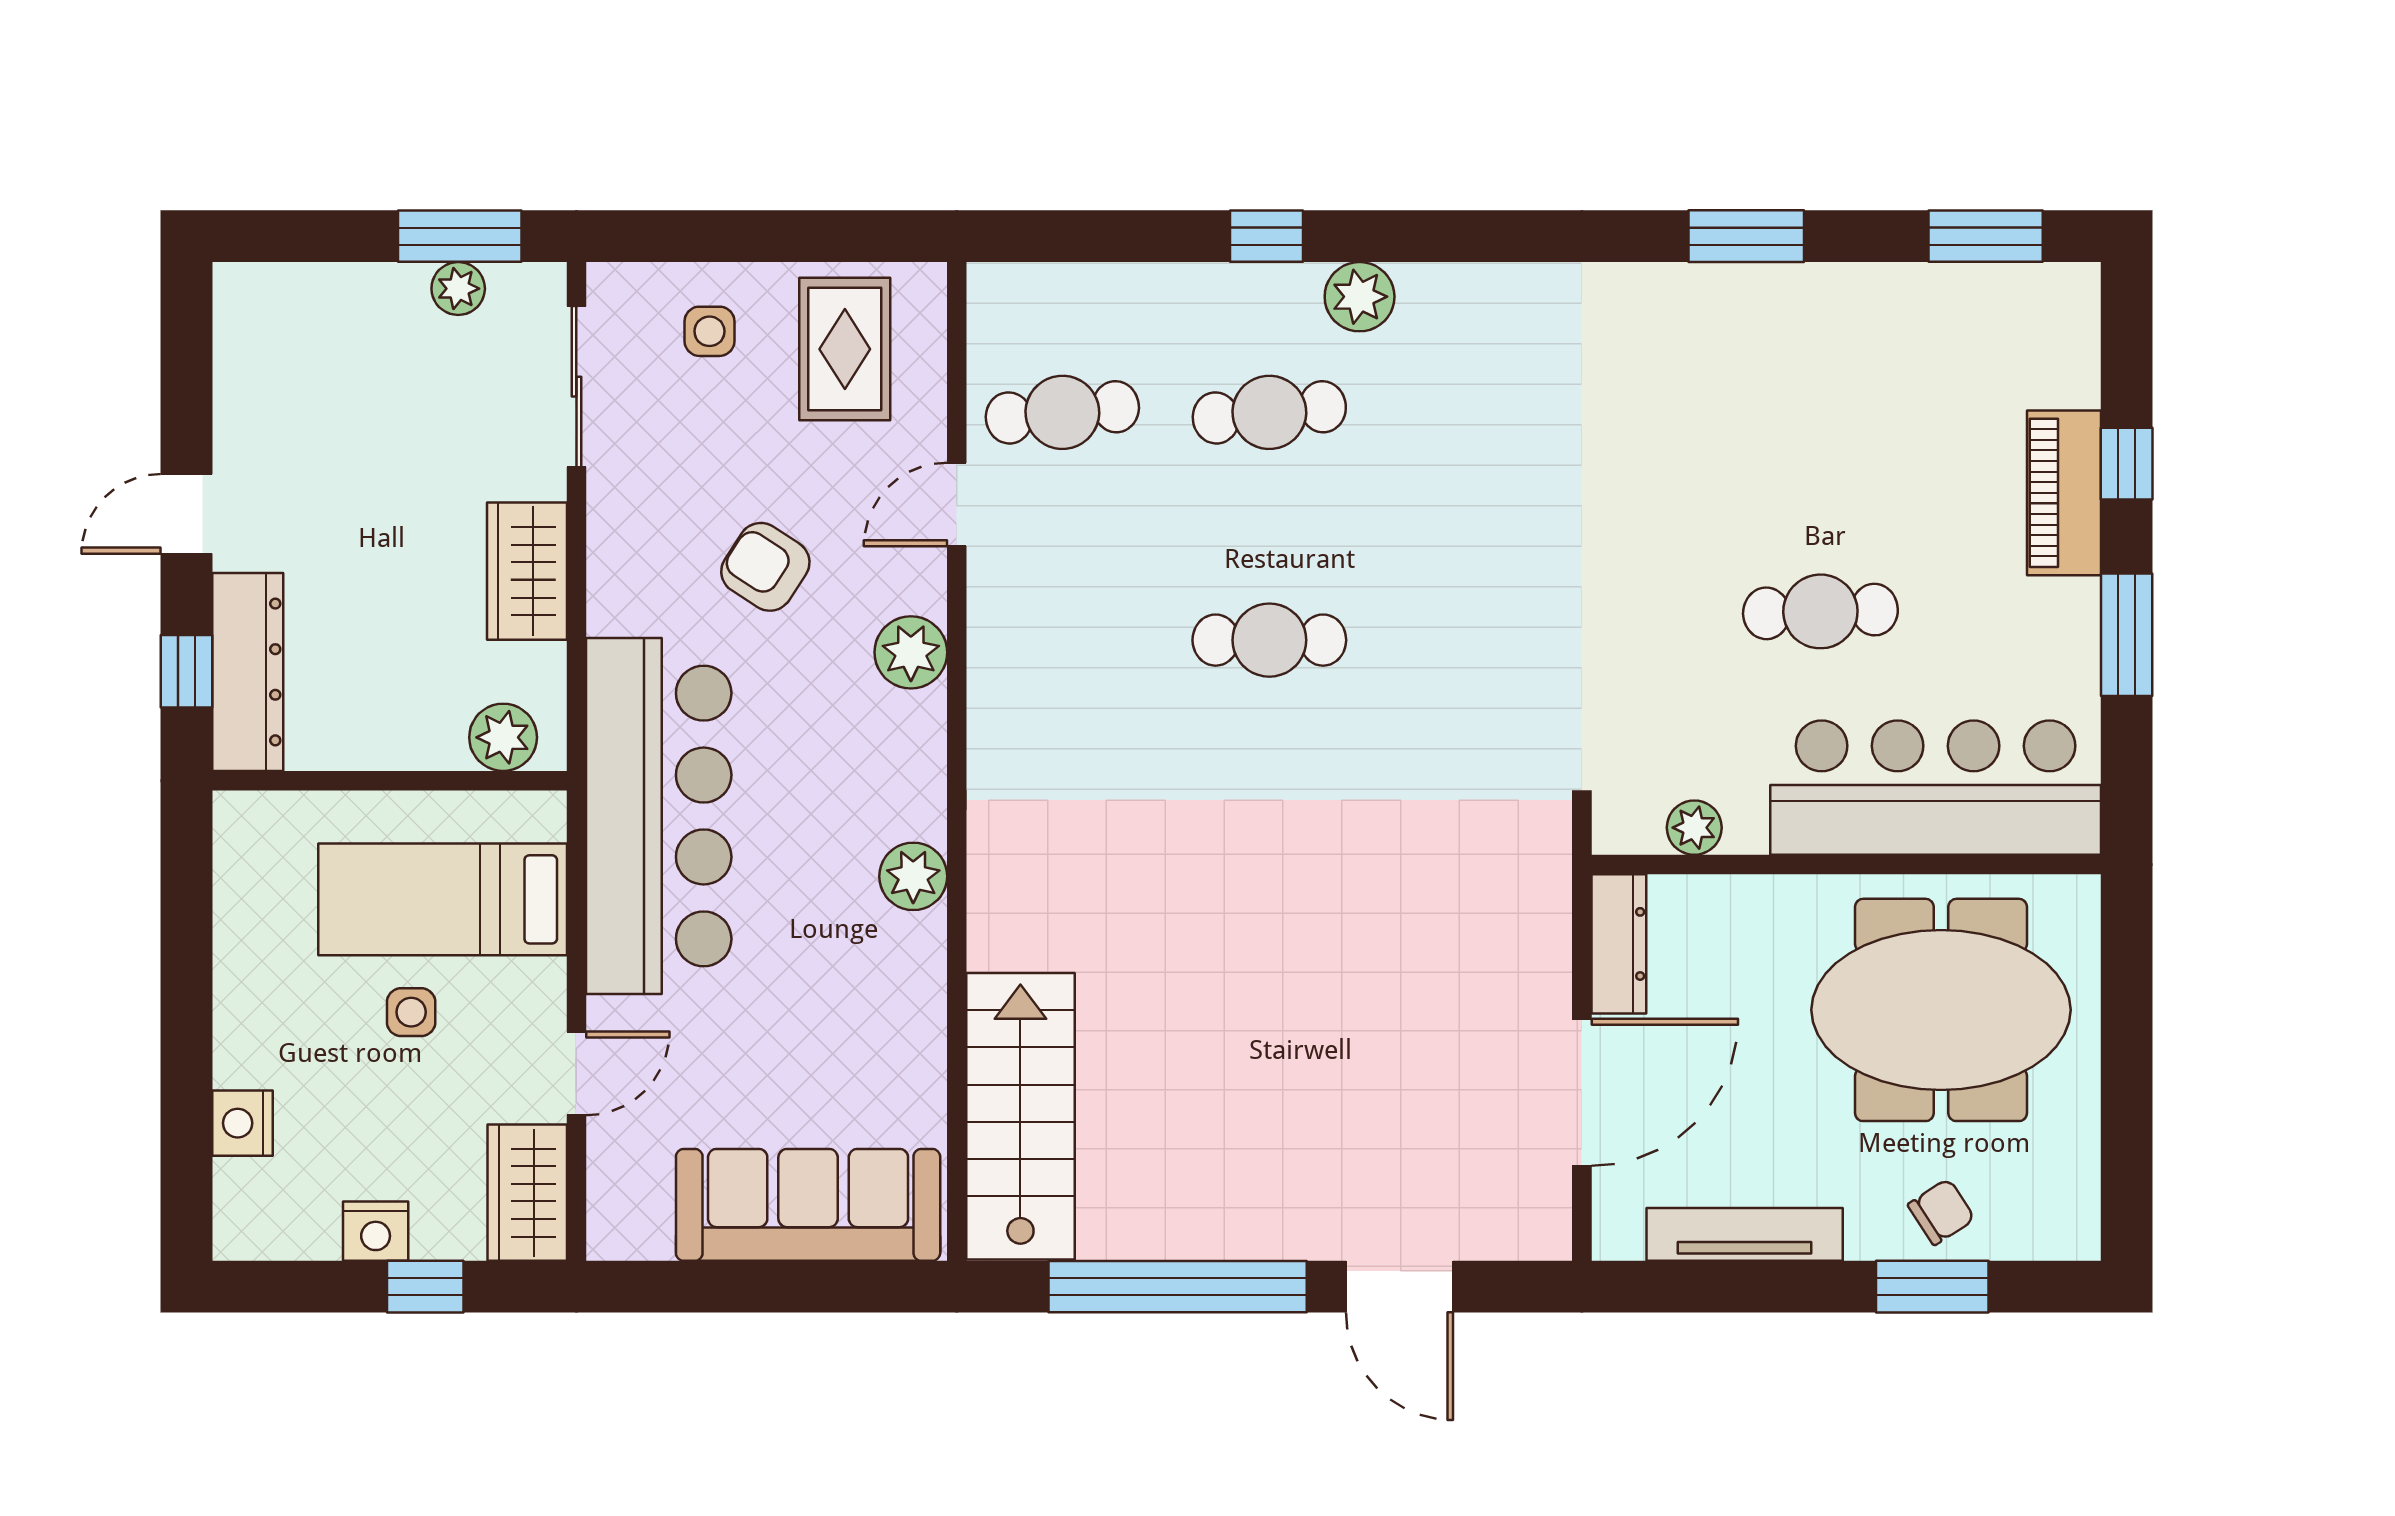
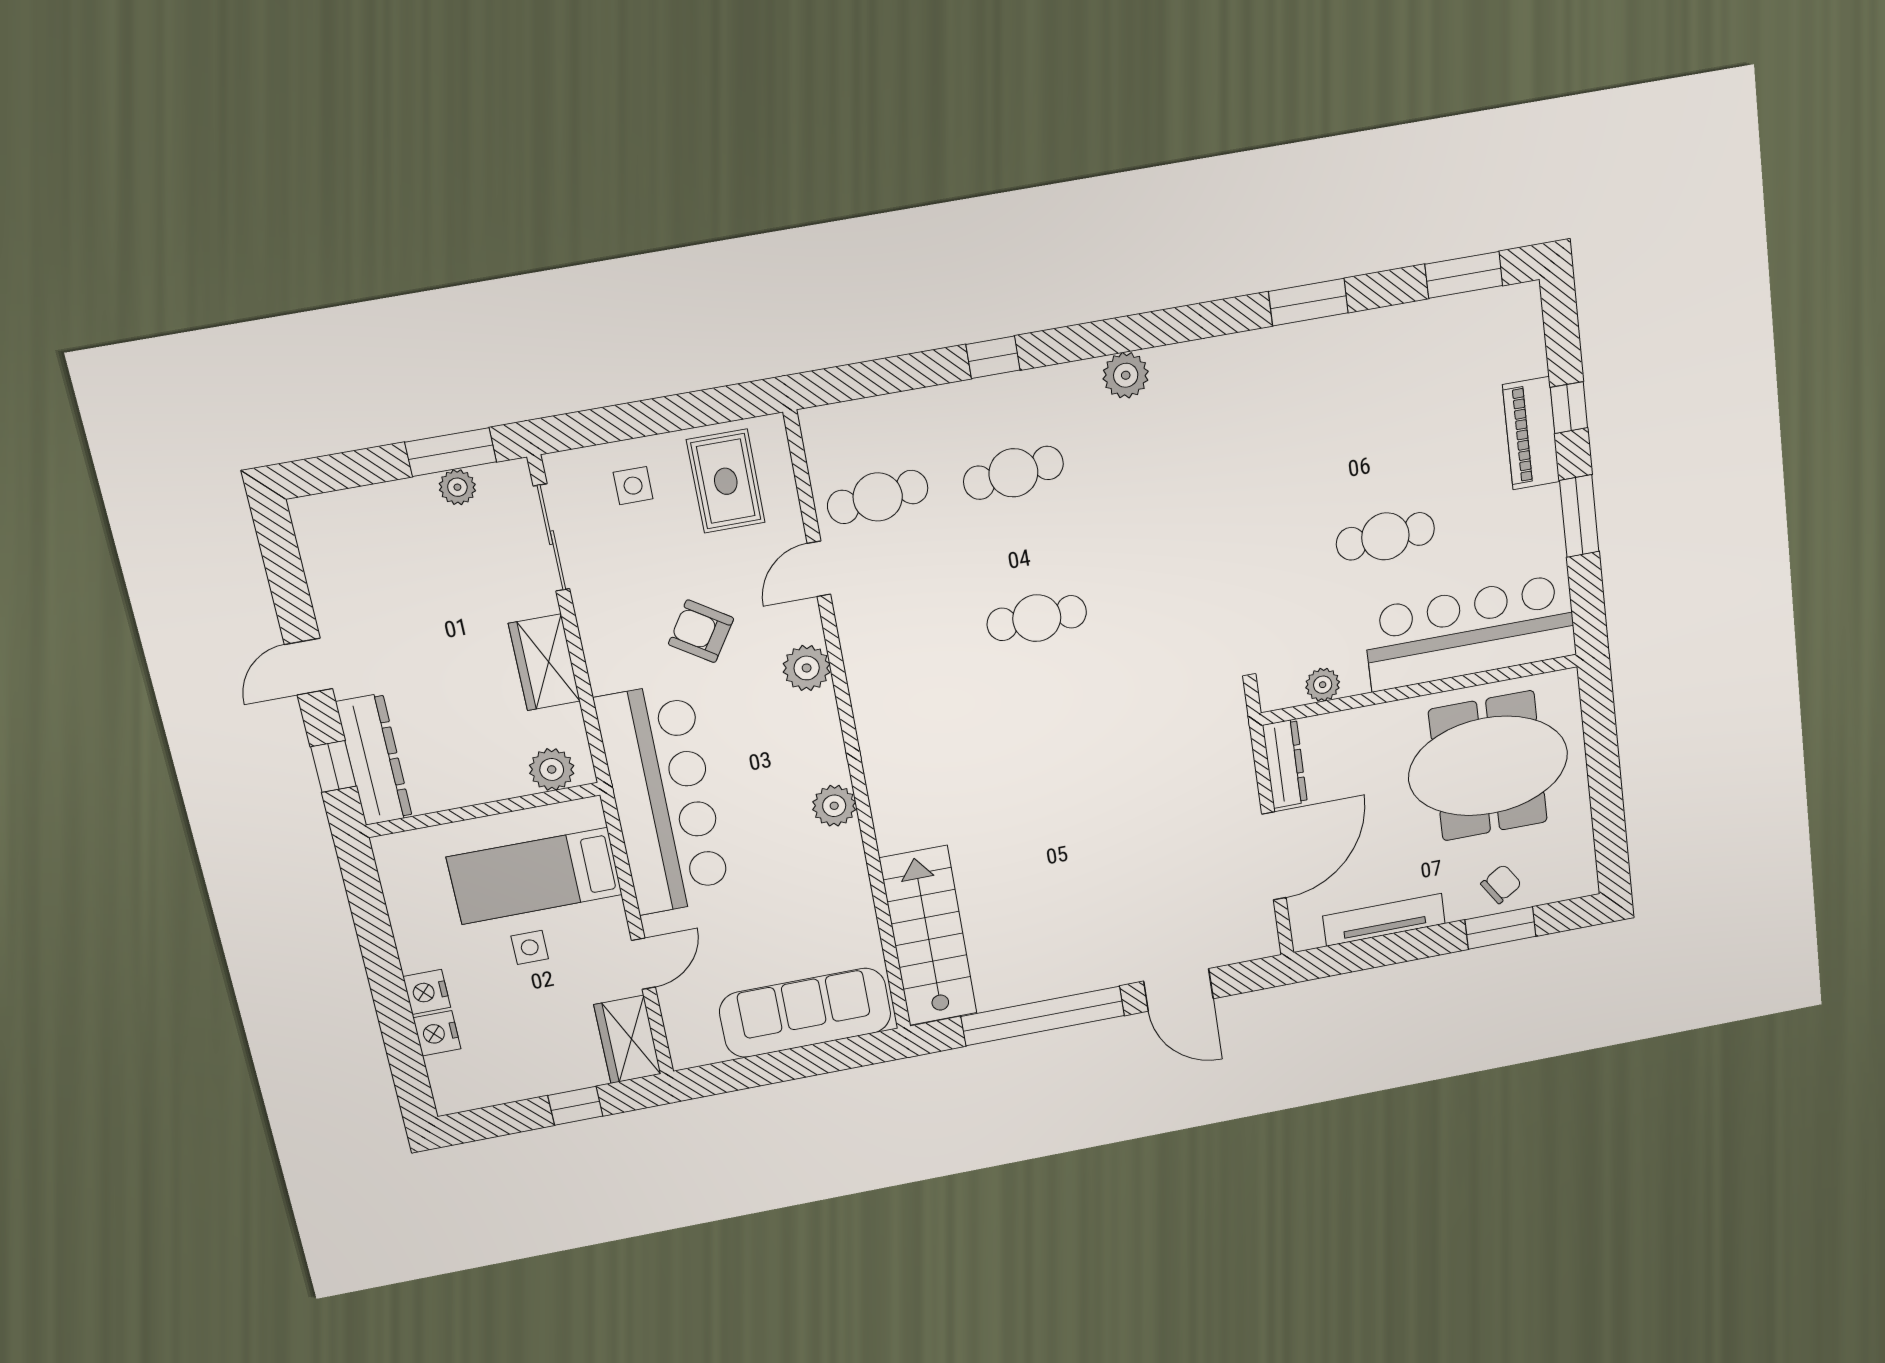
plant: (1360, 297) -> (1126, 375), moved
nightstand: (376, 1231) -> (427, 992), moved, turned 90

